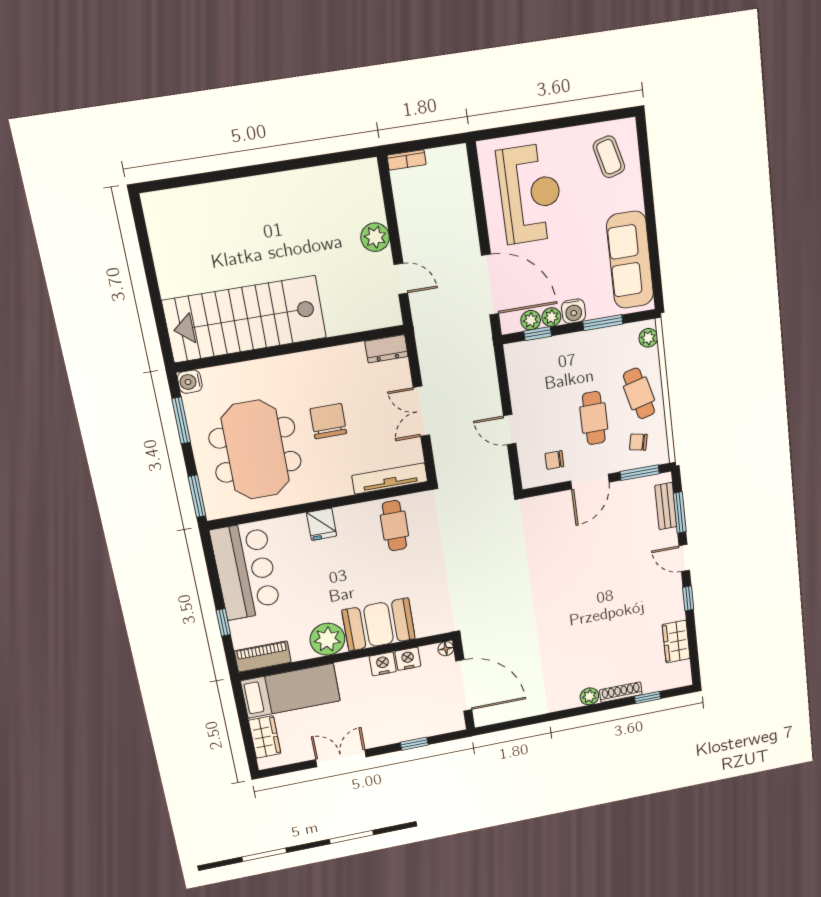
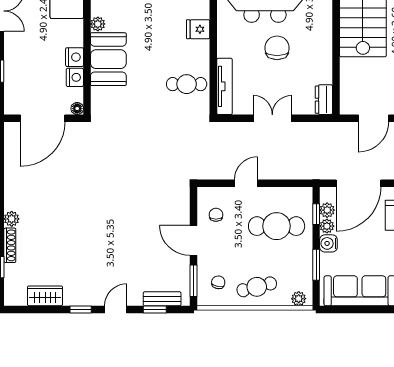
door: (401, 279) -> (373, 118), width x1.38
cafe table: (594, 418) -> (277, 226), moved, width x1.37, depth x1.35
chair: (328, 421) -> (277, 48), turned -90
window: (680, 512) -> (155, 310), width x0.67
plant: (327, 639) -> (98, 24), width x0.53, depth x0.53

